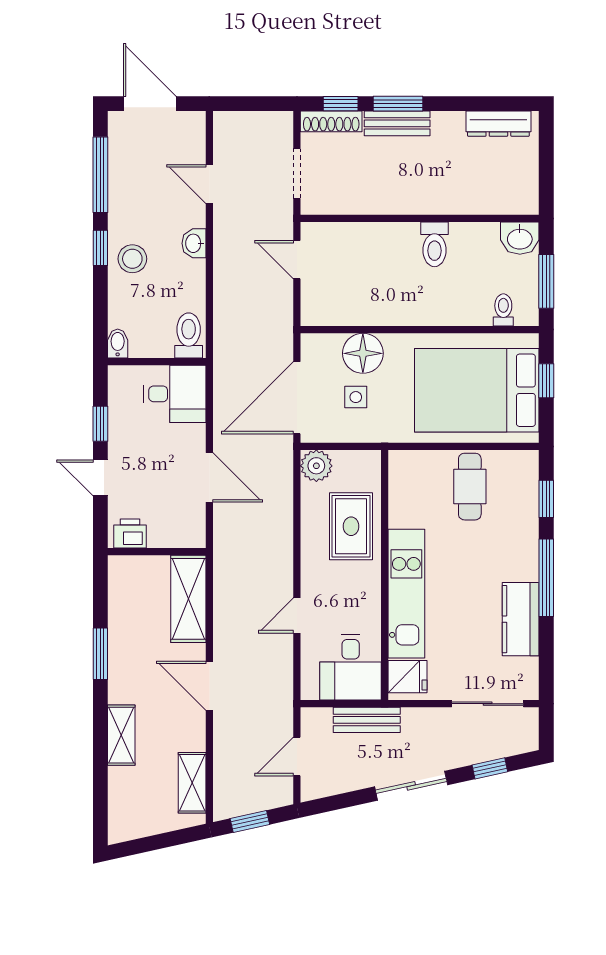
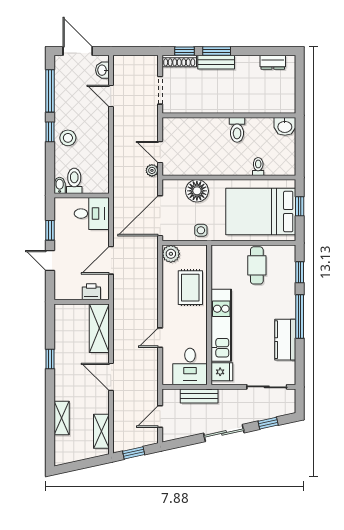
dresser: (498, 124) -> (273, 62), width x0.70
washbasin: (194, 243) -> (102, 70), moved
door: (297, 260) -> (160, 152), moved
window: (546, 281) -> (300, 151), removed
toilet: (503, 310) -> (258, 167), moved
plant: (283, 317) -> (152, 170), added
toilet: (189, 335) -> (74, 181), moved
side table: (356, 397) -> (201, 230), moved
door: (209, 477) -> (111, 260), swing flipped
printer: (130, 534) -> (91, 292), moved
window: (100, 654) -> (50, 359), width x0.67
shelving: (121, 735) -> (62, 418), moved

